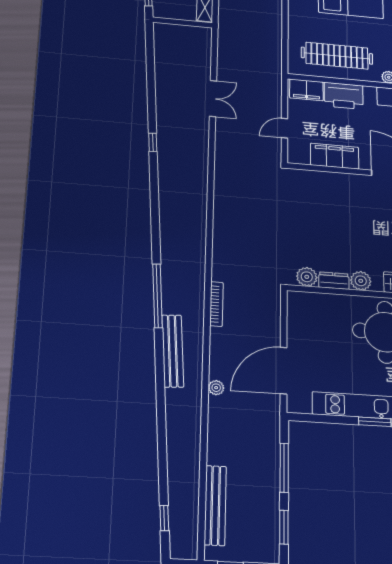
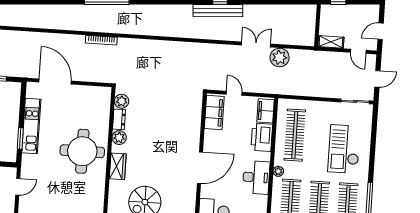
double door: (213, 99) -> (256, 45), swing flipped
filing cabinet: (335, 156) -> (214, 112), moved
bench: (173, 351) -> (218, 11), moved
plant: (216, 388) -> (280, 57), moved, width x1.88, depth x1.88

